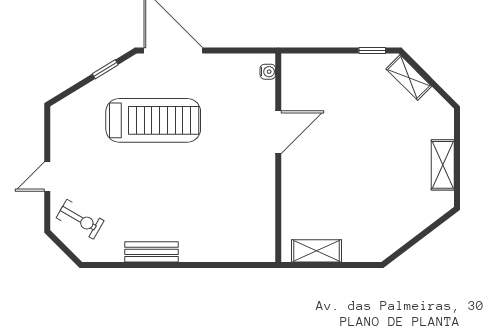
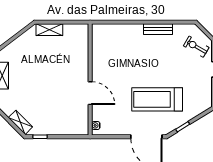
door: (278, 132) -> (90, 93), swing flipped
shelving: (317, 251) -> (49, 30), moved

